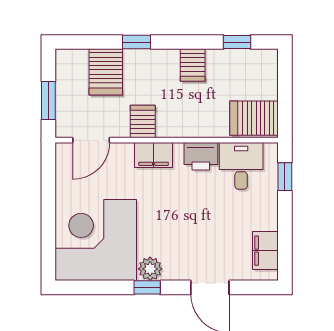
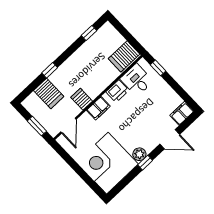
server rack: (193, 65) -> (80, 58), removed
filing cabinet: (265, 251) -> (182, 113), moved, turned 90

